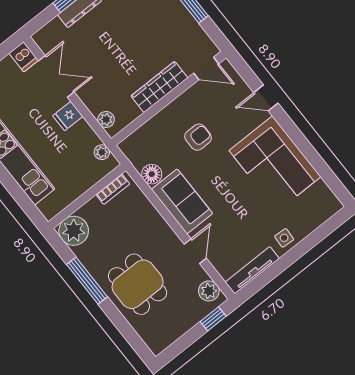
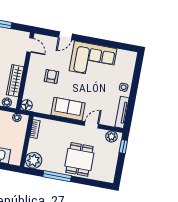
door: (206, 69) -> (30, 45), hinge flipped
wardrobe: (159, 87) -> (15, 81), moved
floor lamp: (152, 174) -> (27, 105), moved
door: (195, 251) -> (91, 125), hinge flipped
dining table: (138, 284) -> (79, 159), turned 90

